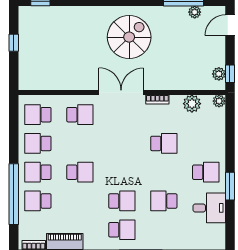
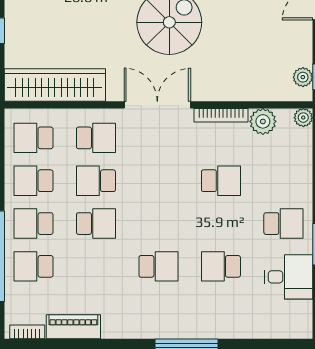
wardrobe: (52, 79) -> (55, 85), added
bookcase: (157, 99) -> (221, 115), width x1.56
school desk: (122, 230) -> (96, 181), moved, turned 180

